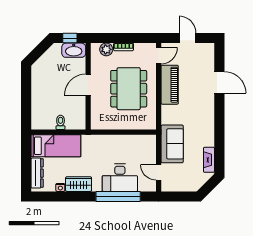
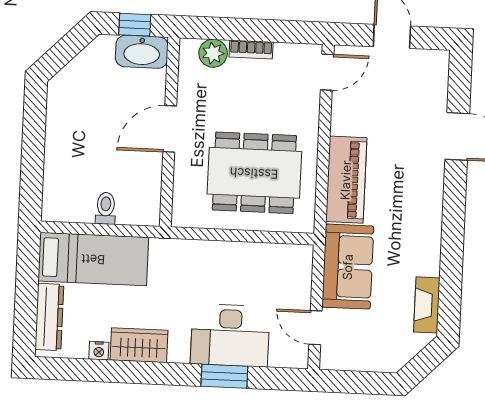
piano: (170, 85) -> (346, 180), moved
dining table: (129, 89) -> (254, 173), moved, turned 90
window: (118, 196) -> (224, 376), width x0.47

